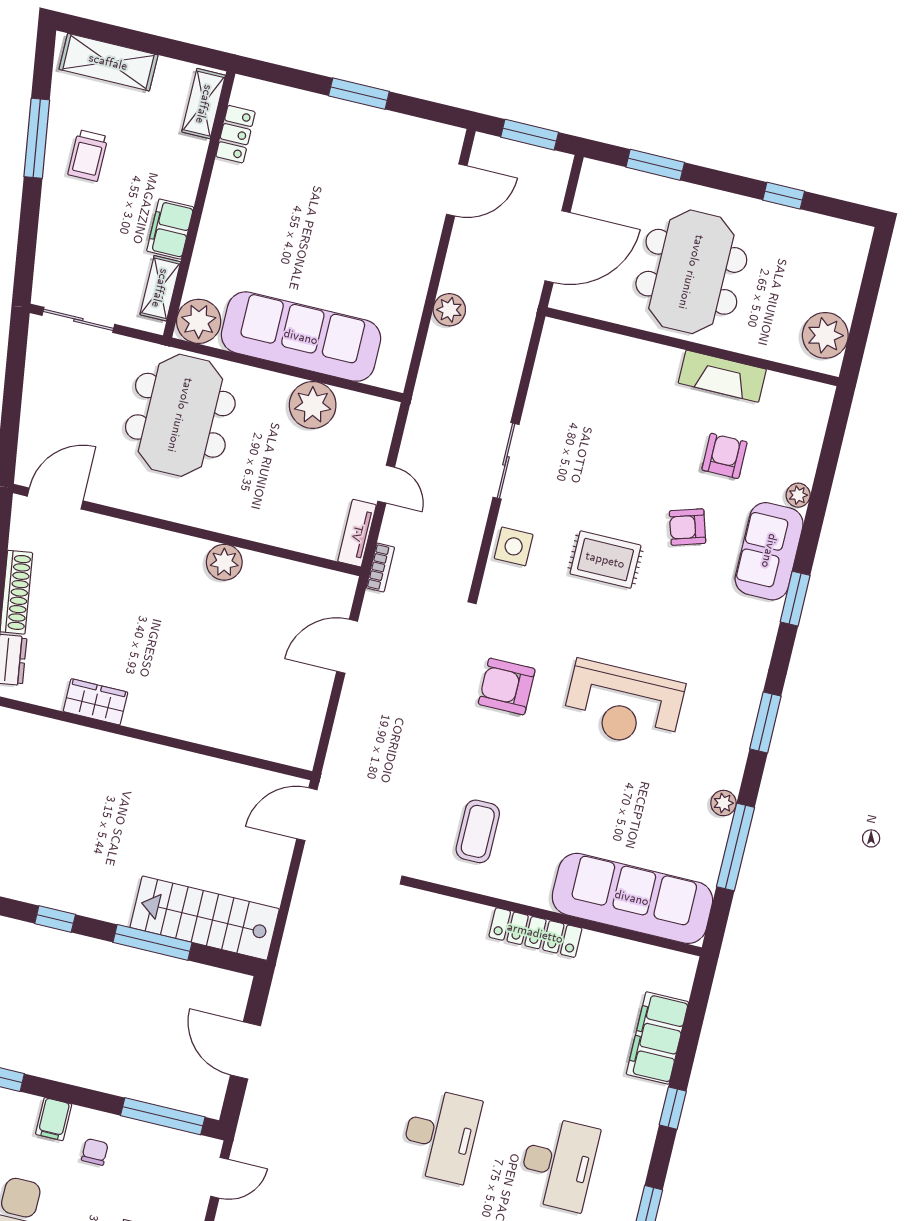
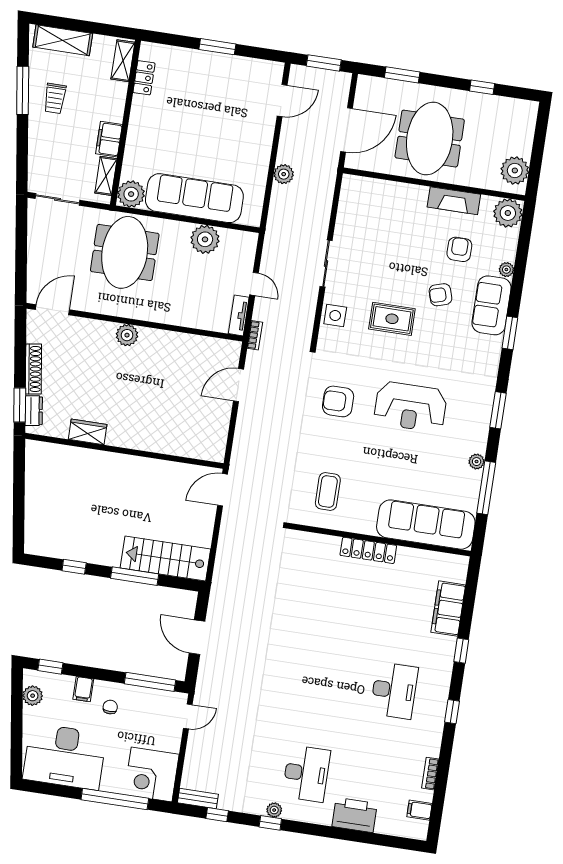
plant: (808, 404) -> (508, 213), added
plant: (224, 562) -> (127, 335), moved
desk: (440, 1135) -> (321, 679), removed

